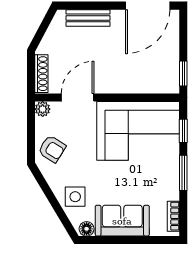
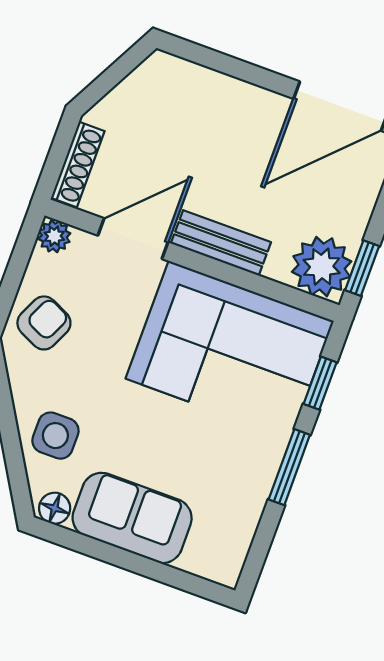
bench: (88, 18) -> (221, 243), moved
plant: (165, 79) -> (322, 267), added
armchair: (52, 149) -> (44, 323), turned -97
bookcase: (173, 216) -> (238, 547), removed

